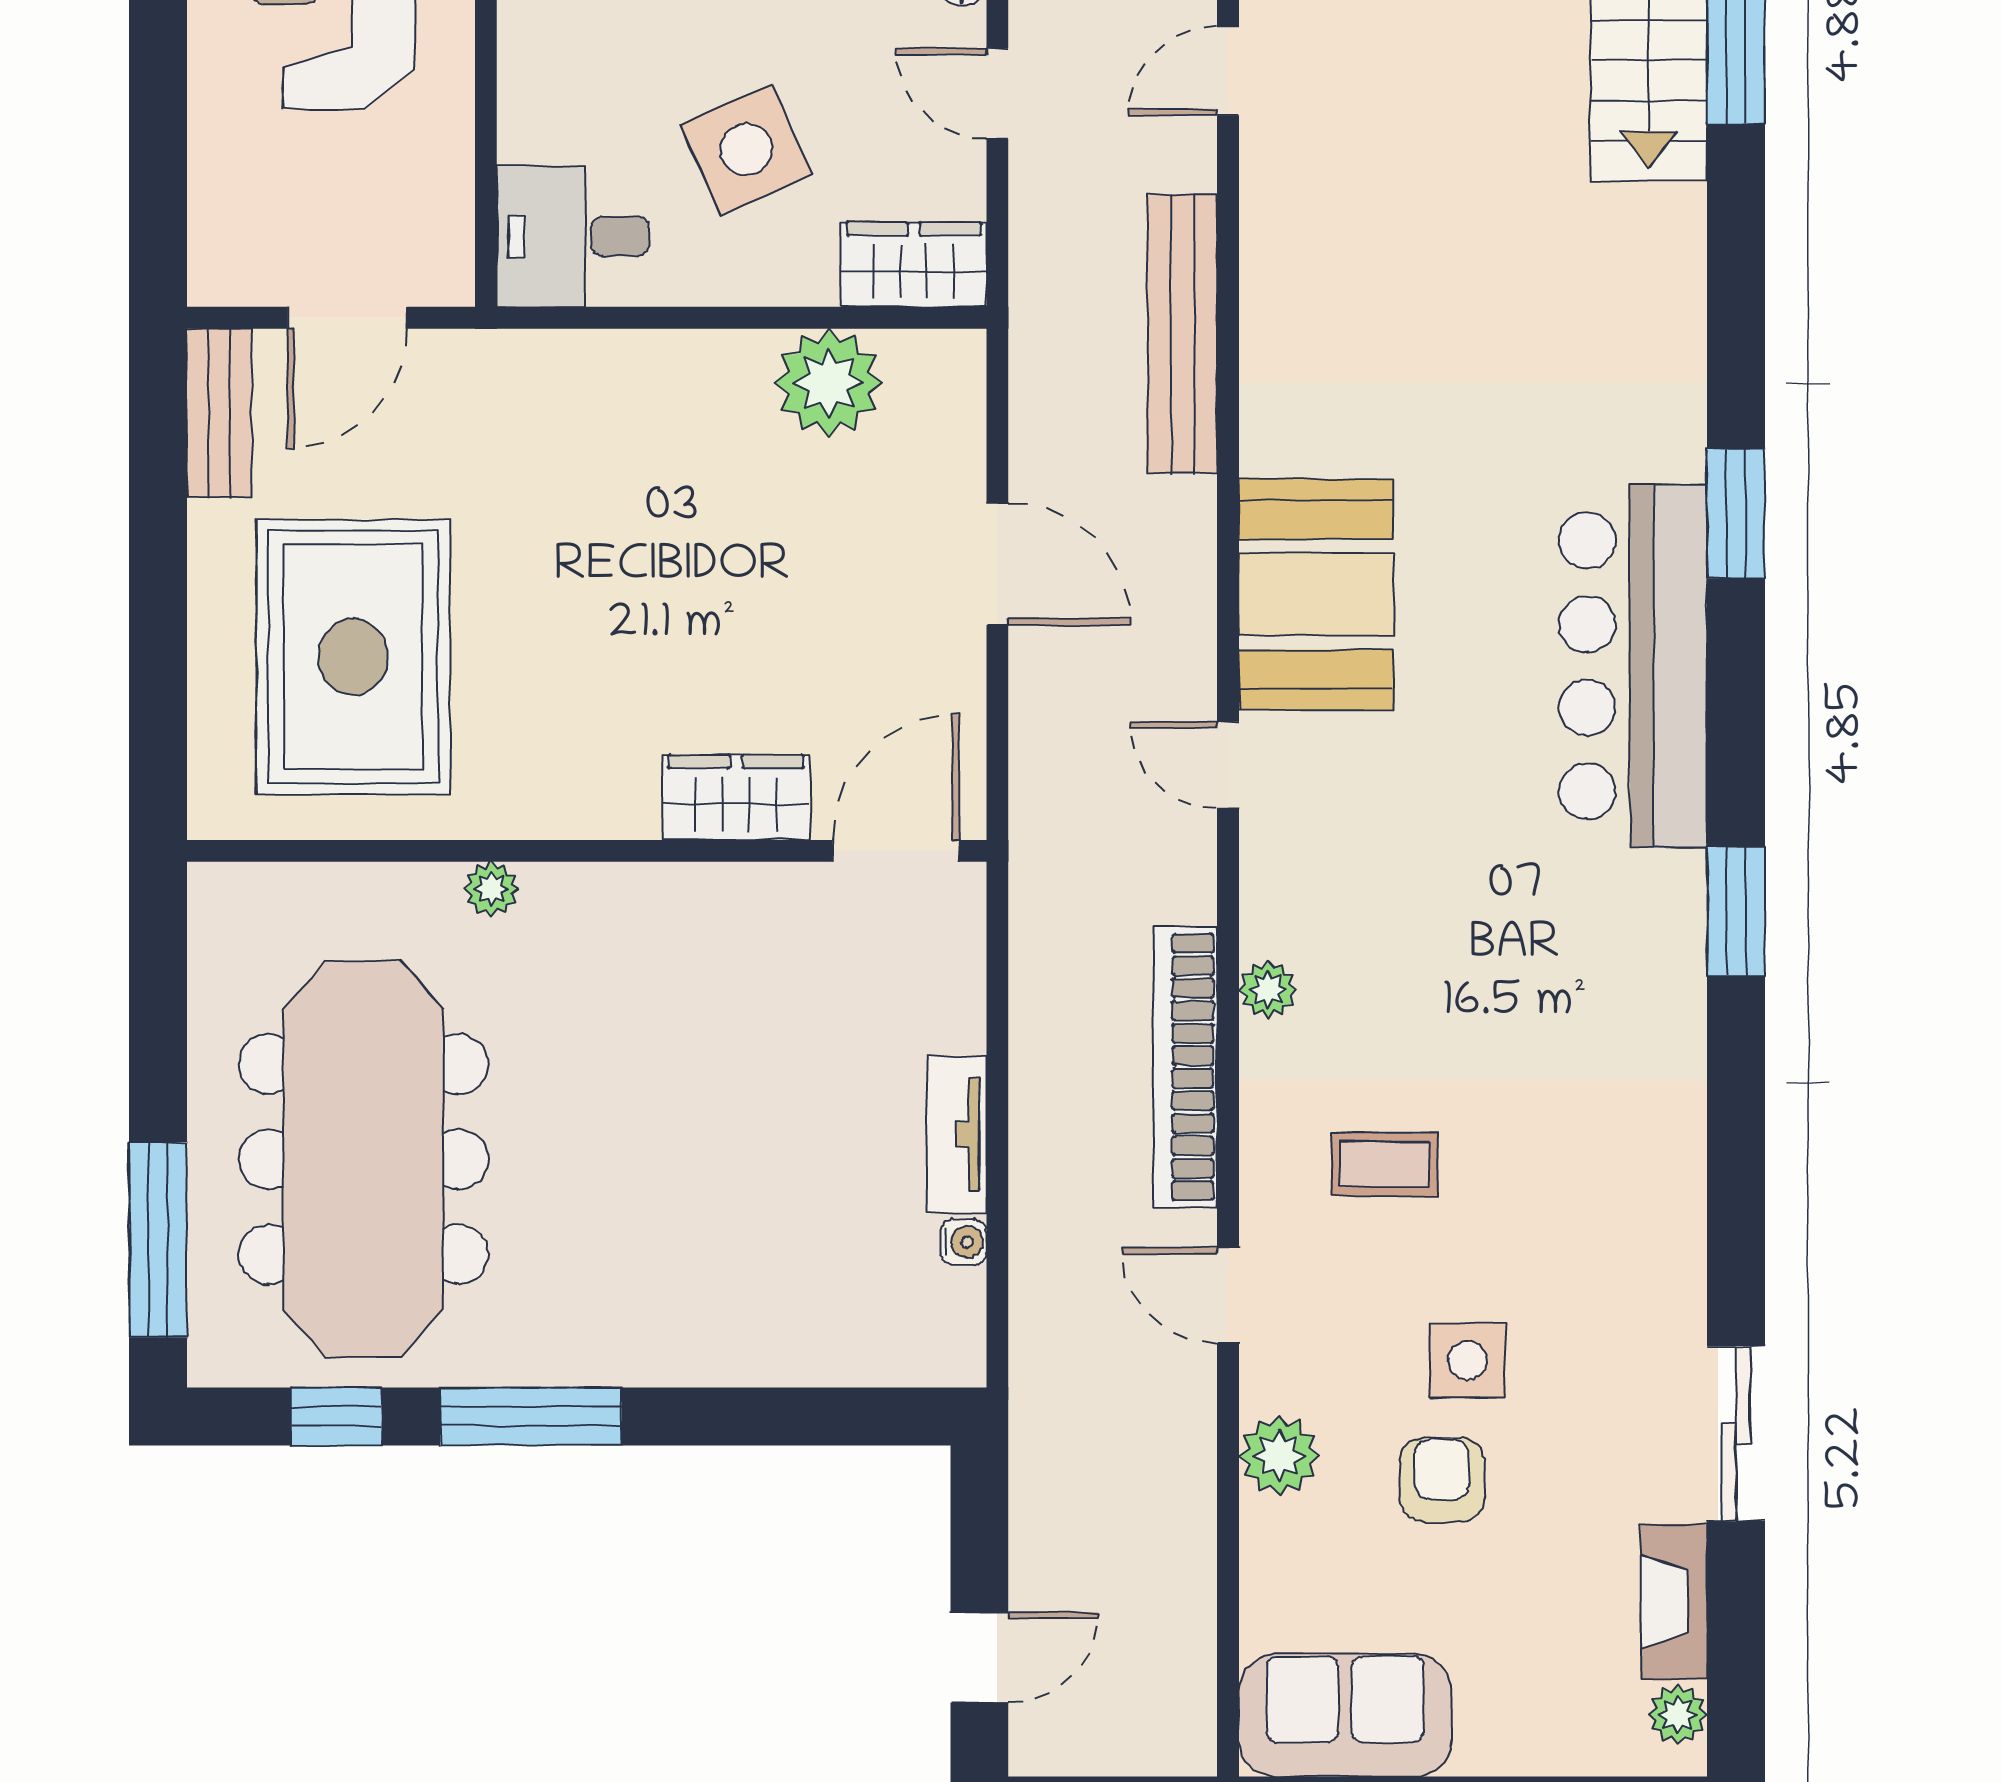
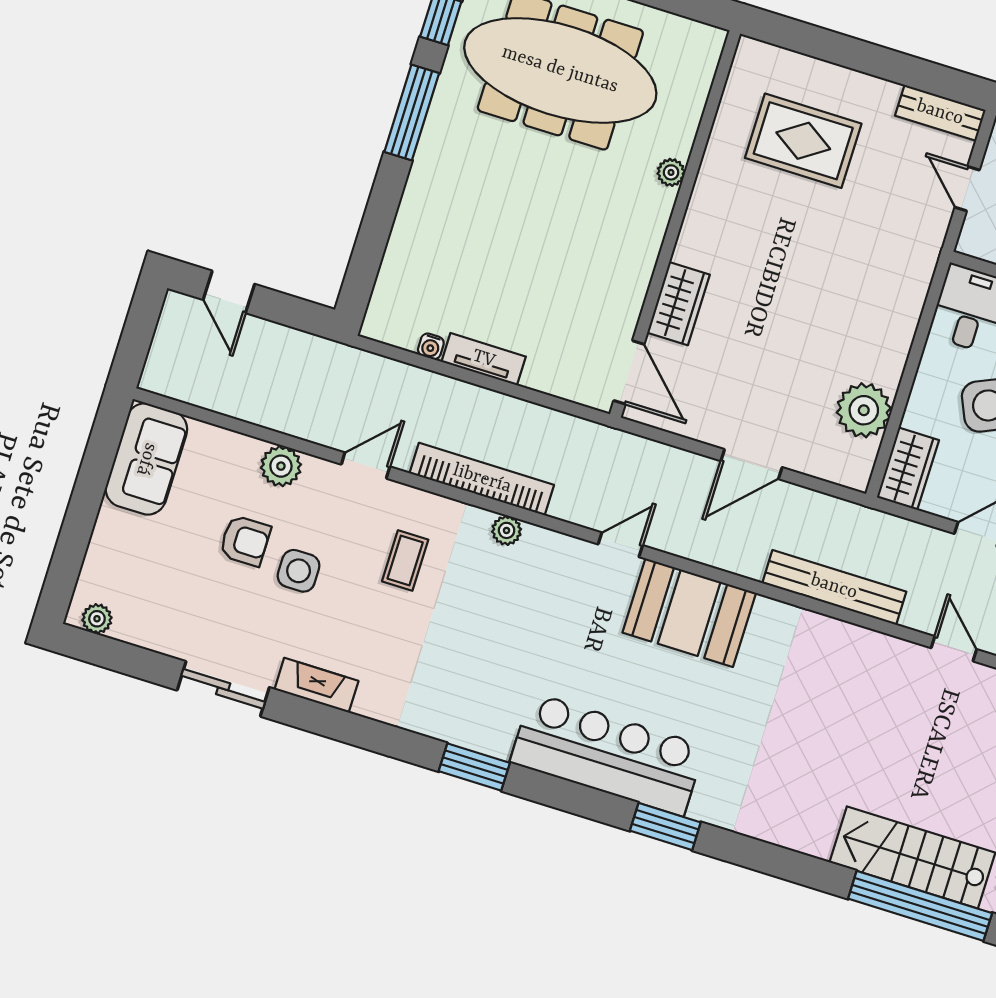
door: (347, 318) -> (967, 189), width x0.73
rug: (353, 657) -> (803, 141), width x0.73, depth x0.69
fireplace: (1674, 1602) -> (316, 685), moved

